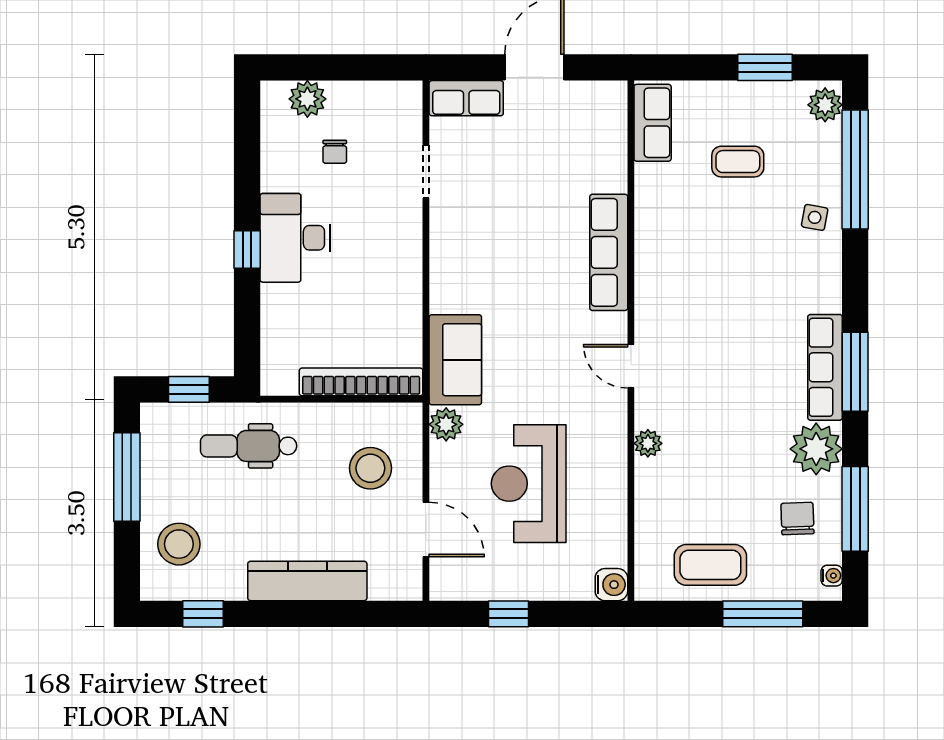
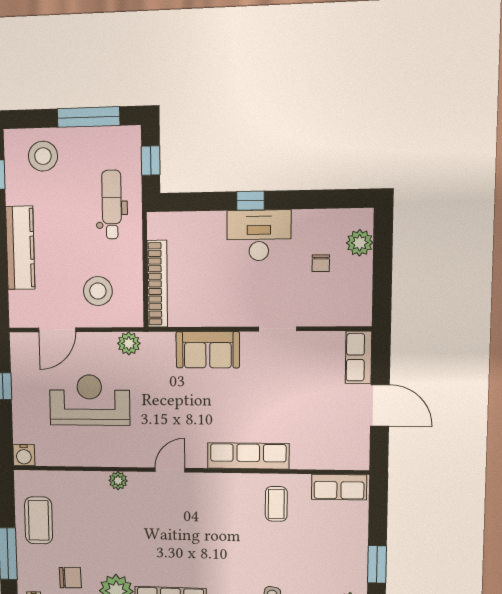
chair: (335, 152) -> (321, 263), turned -90
coffee table: (738, 162) -> (276, 504), moved
doorway: (426, 171) -> (278, 329), moved
sofa: (455, 360) -> (208, 350), moved

